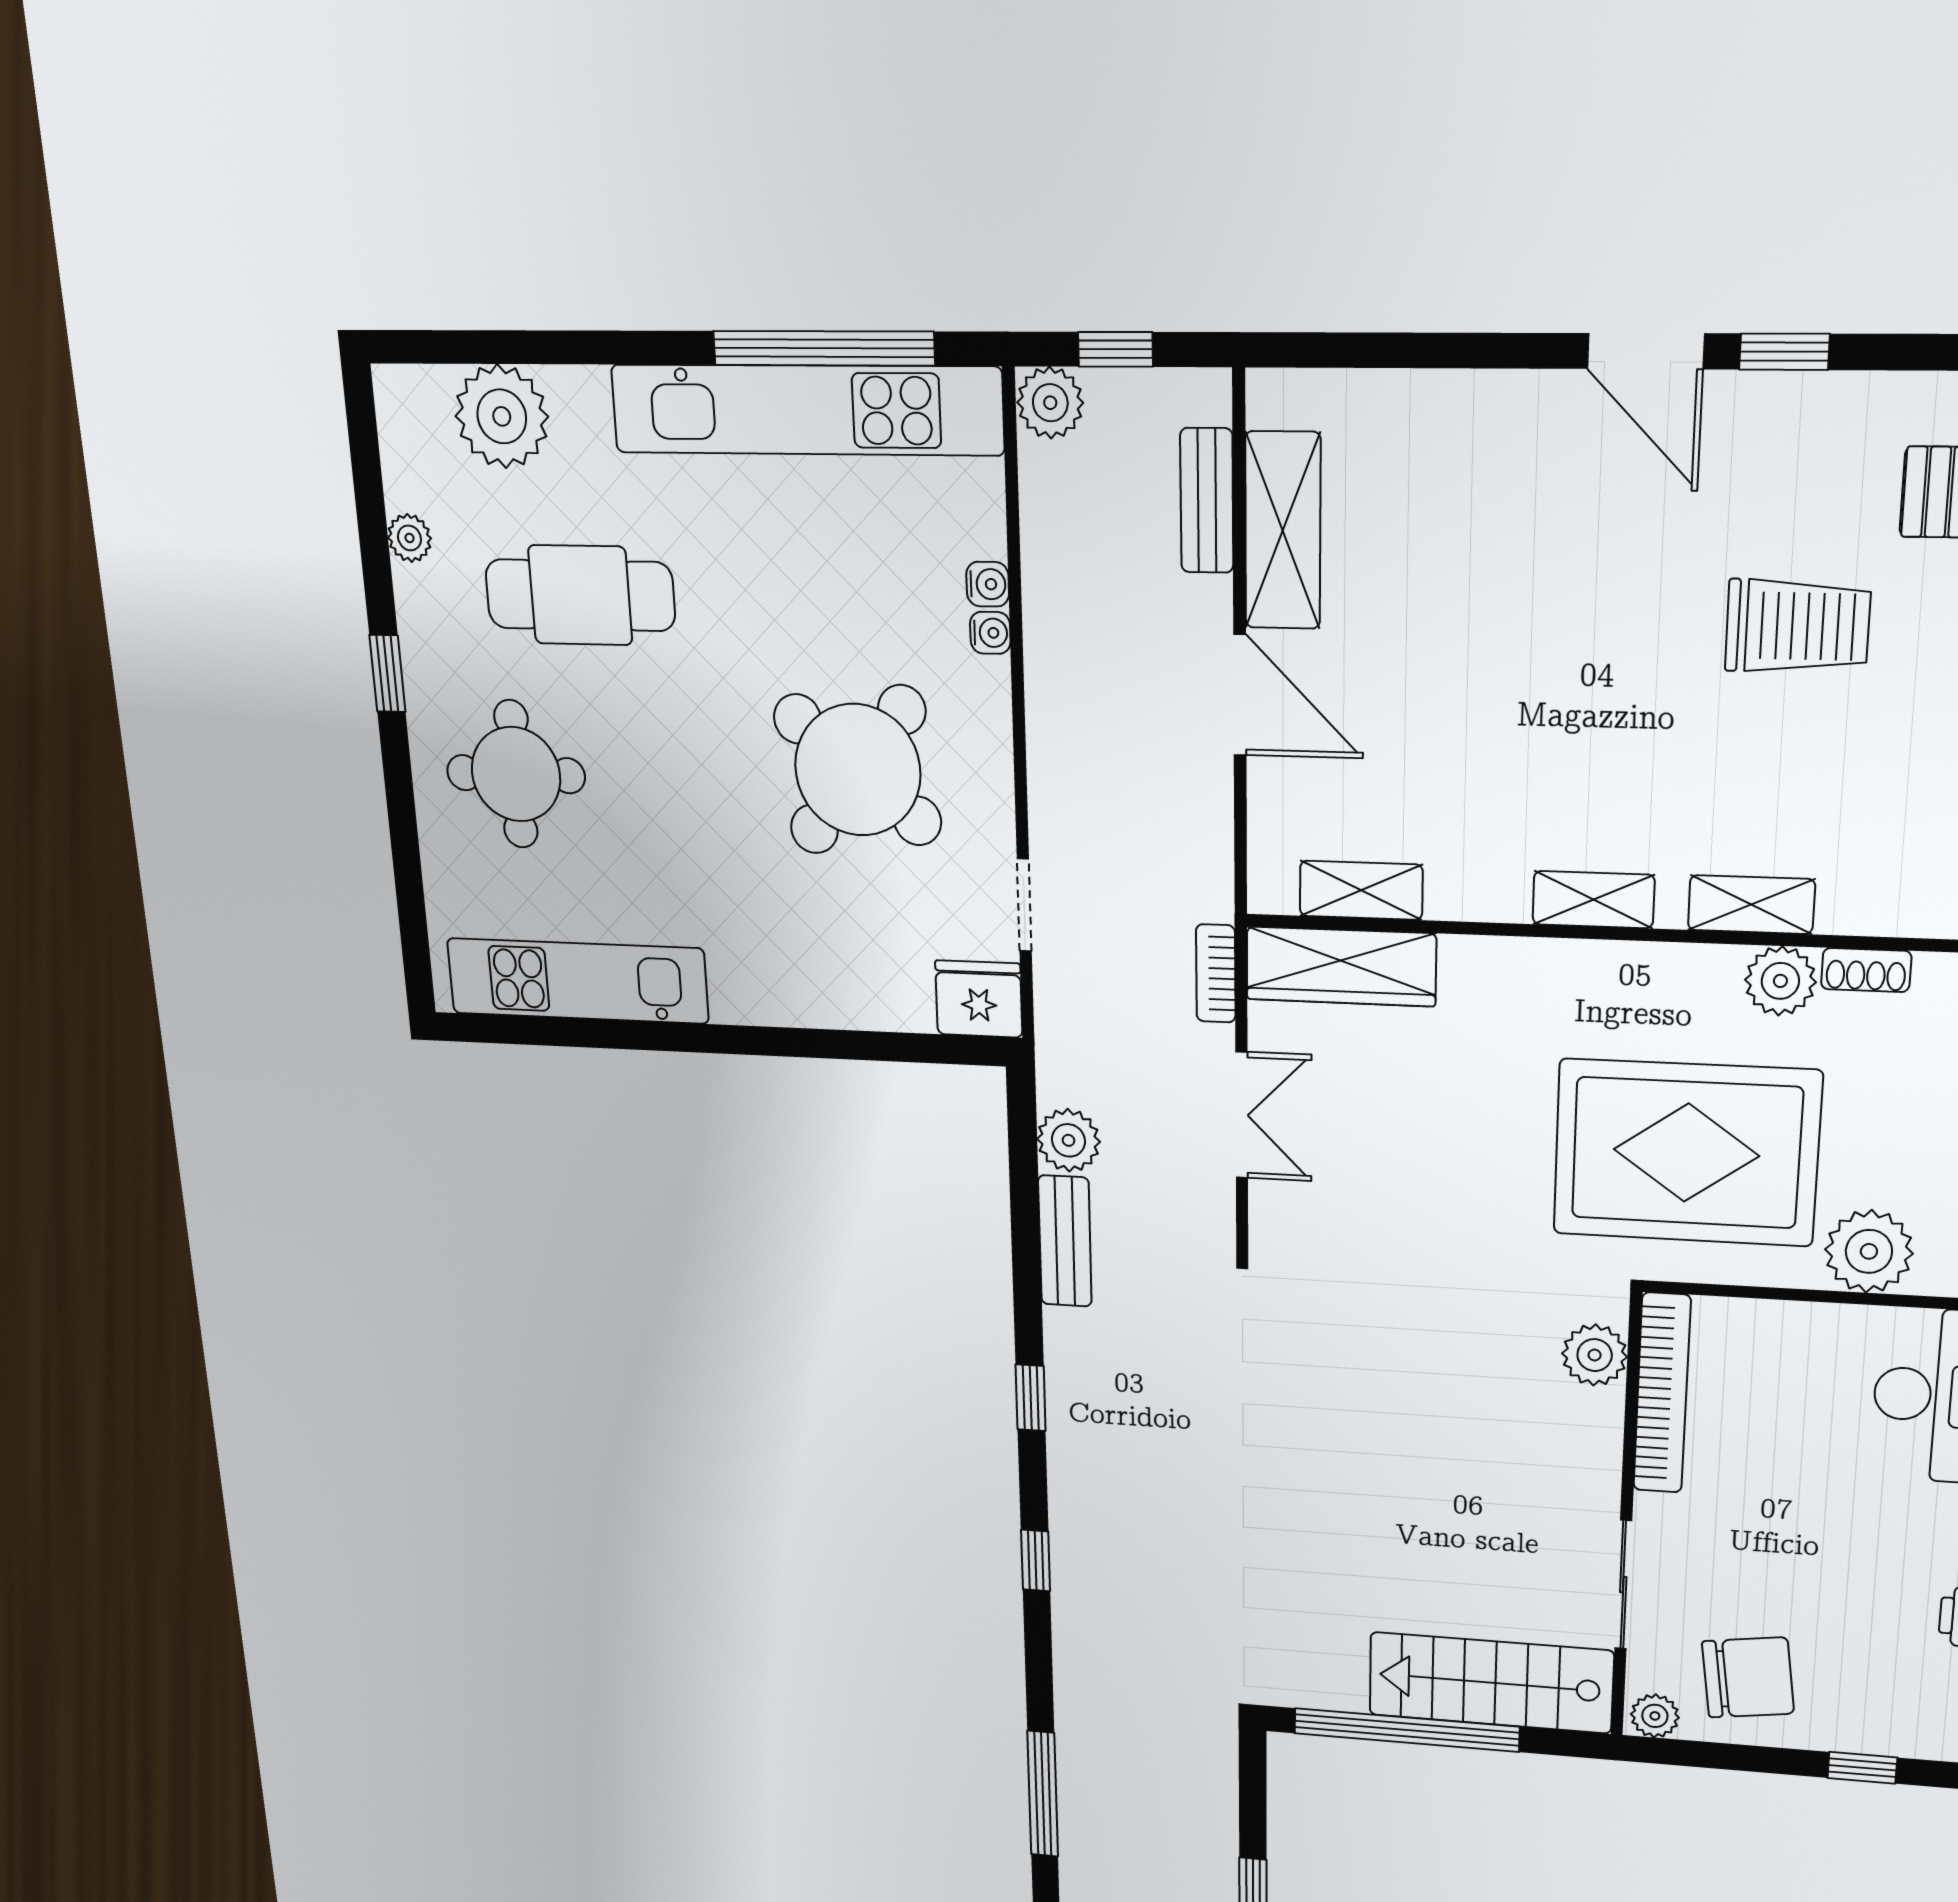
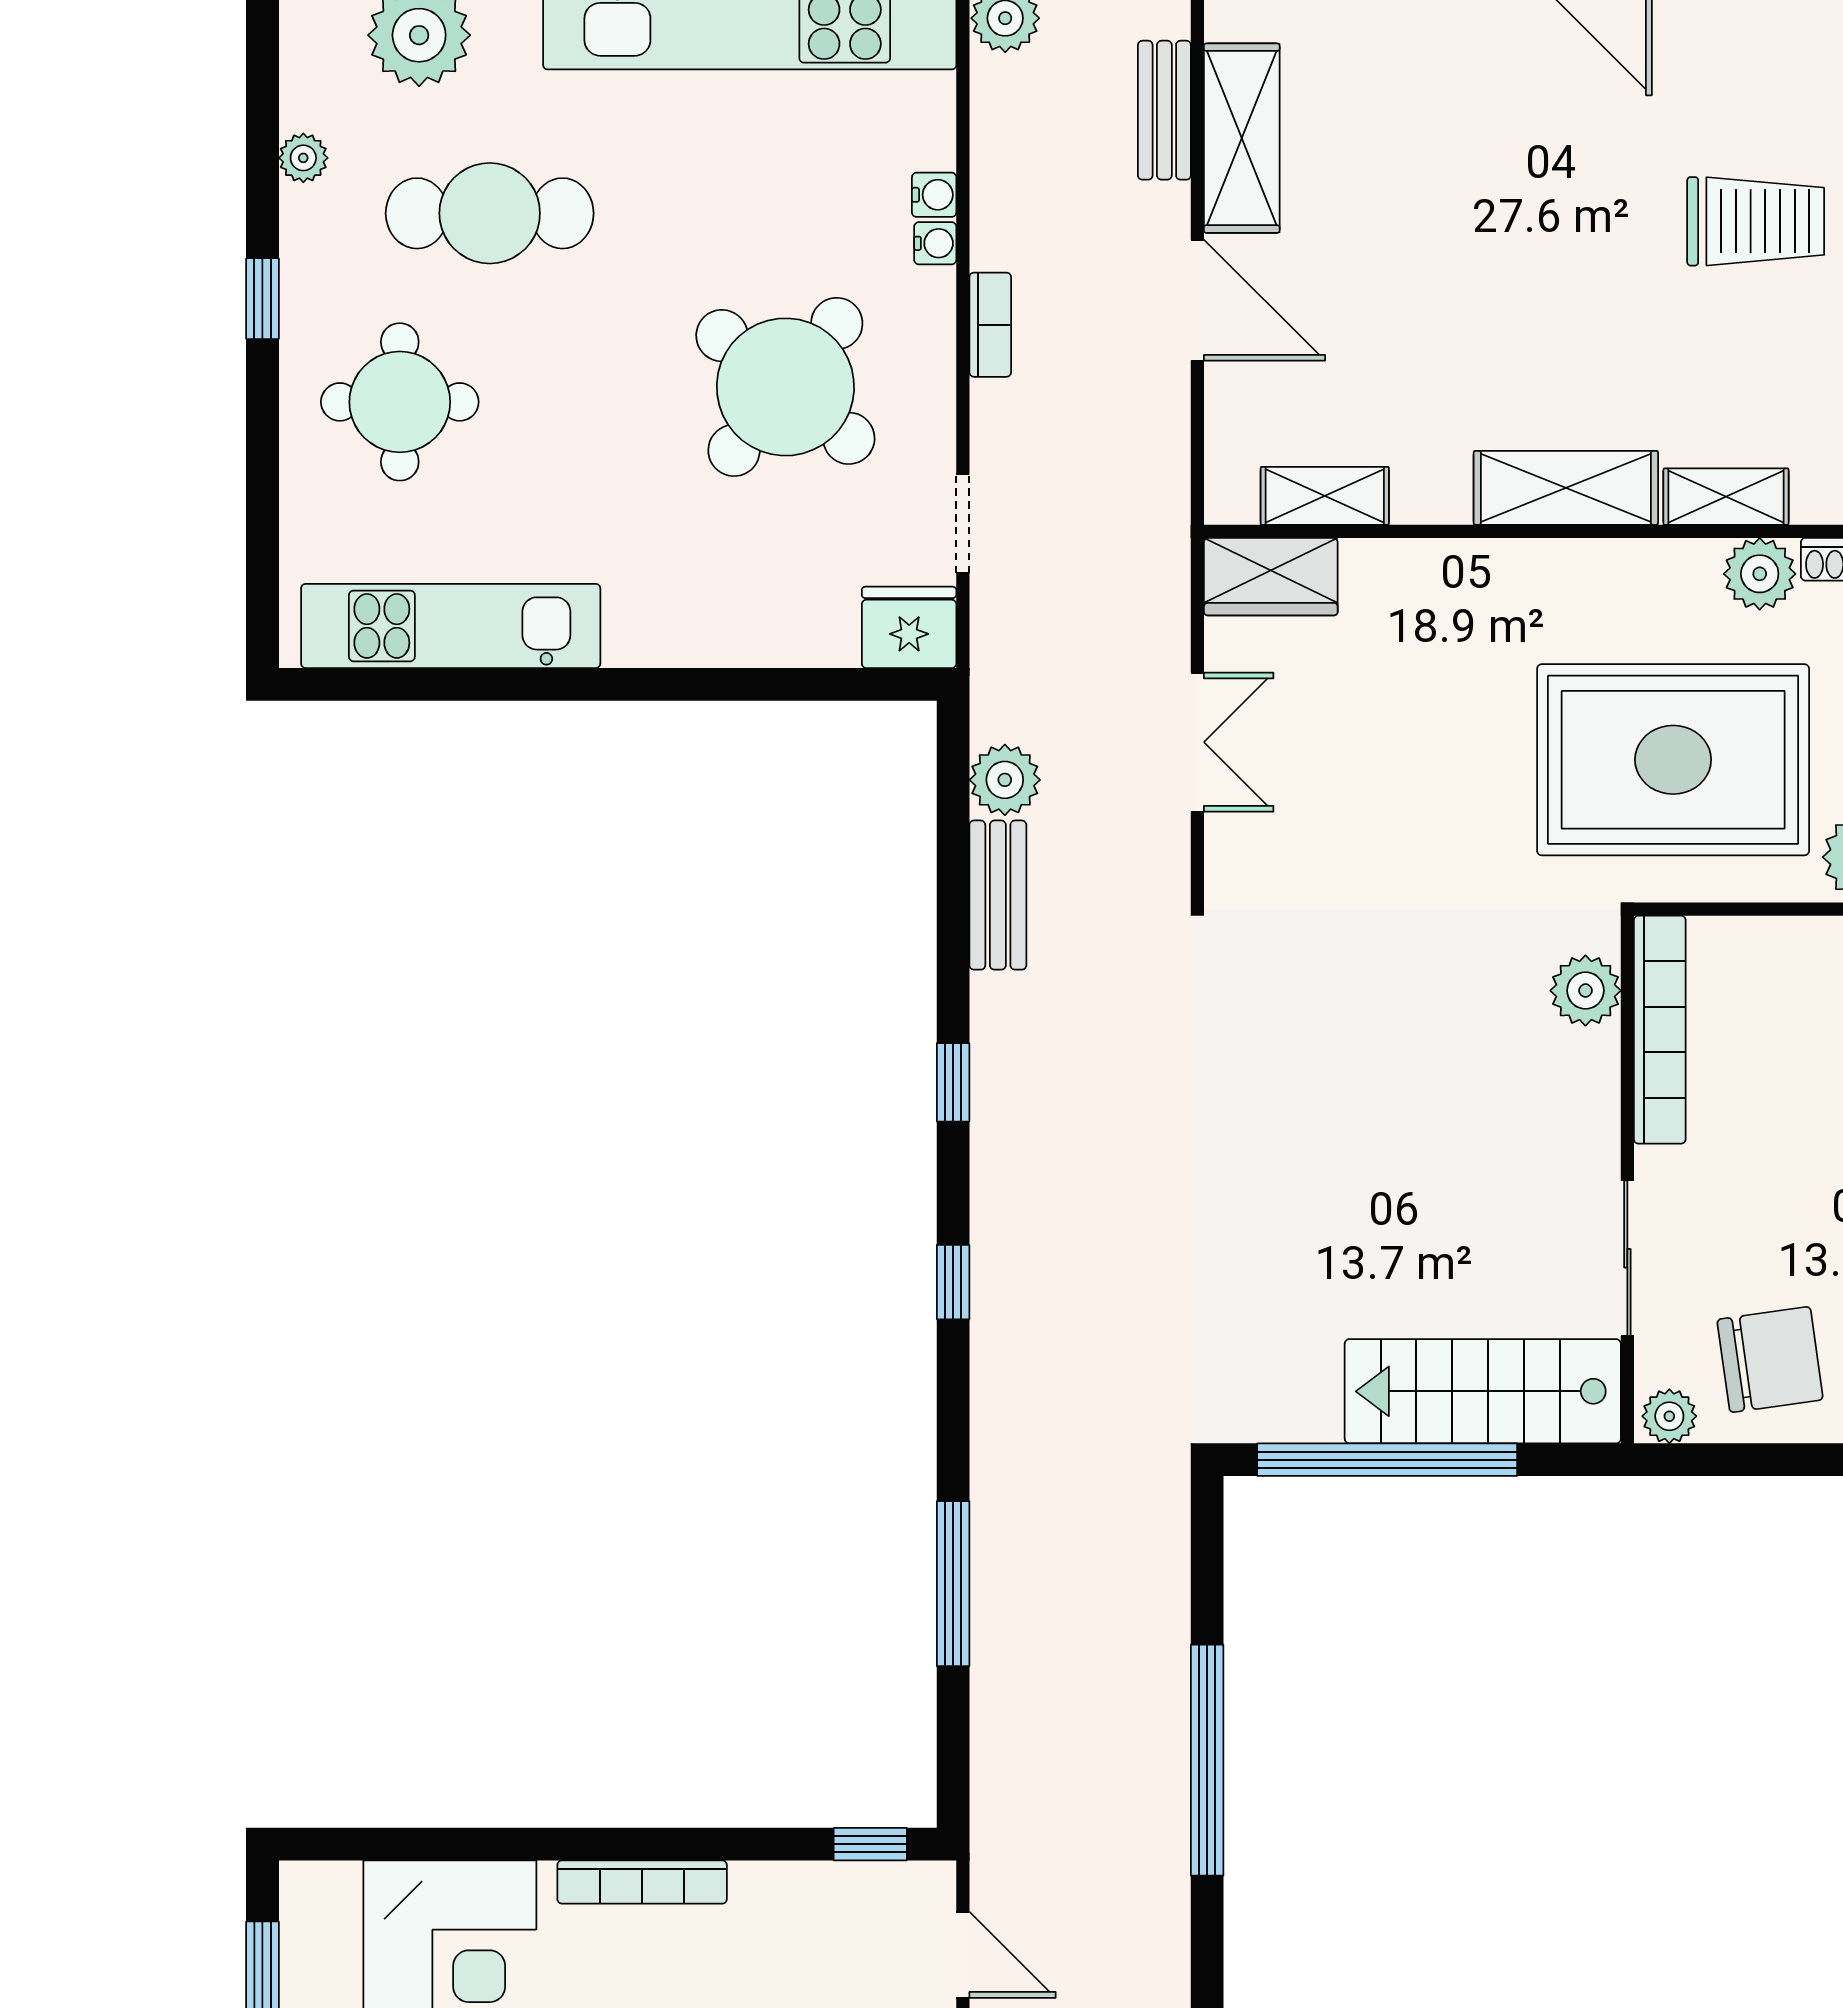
shelving: (1593, 900) -> (1566, 488), width x1.50, depth x1.33
wardrobe: (1341, 966) -> (1271, 577), width x0.67
bookcase: (1216, 973) -> (990, 325), moved, turned 180

